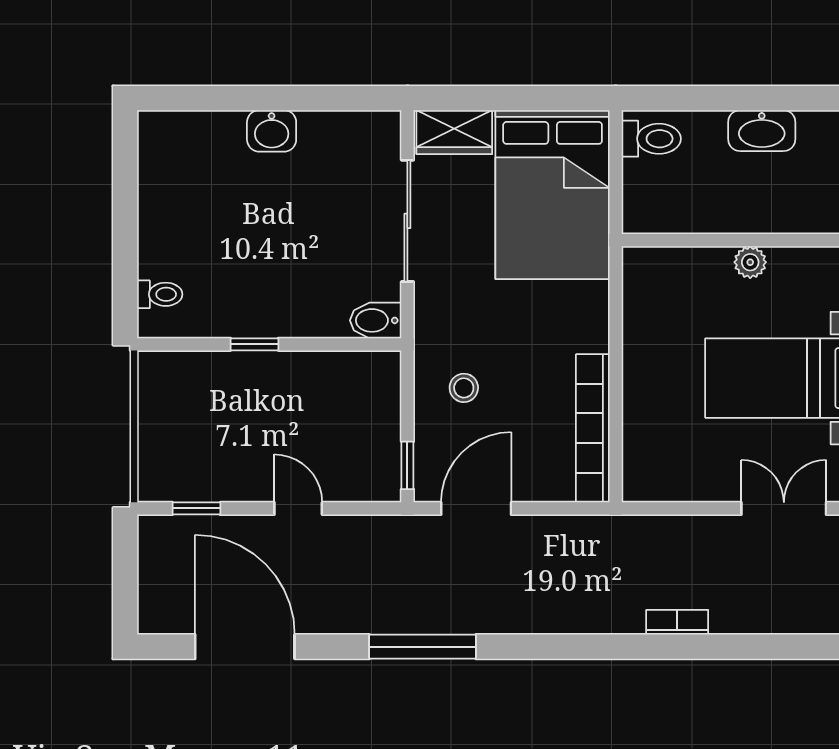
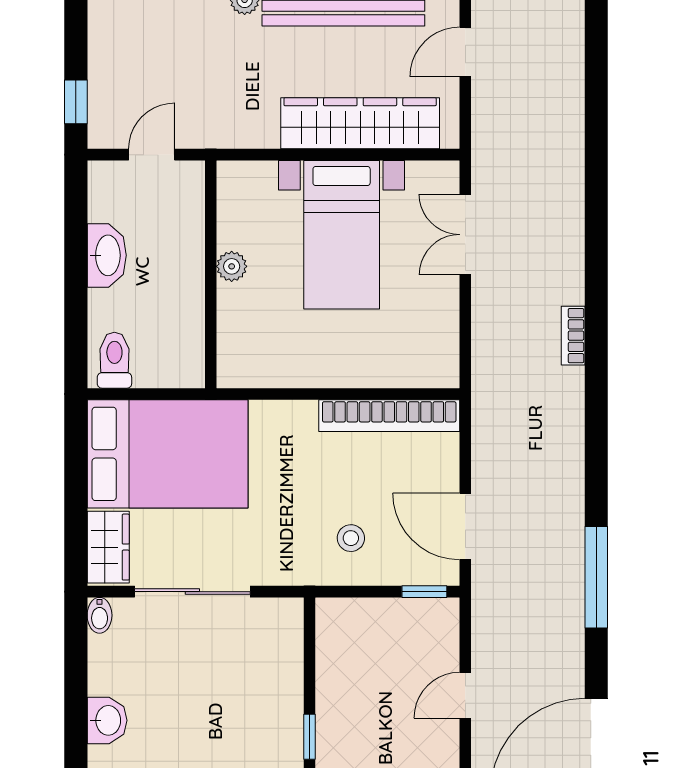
bidet: (376, 320) -> (100, 615), moved, width x0.72, depth x0.74

